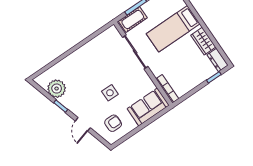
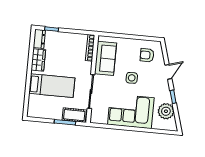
corner sofa: (87, 63) -> (131, 111), added
sofa: (148, 107) -> (105, 58), moved, turned -90

